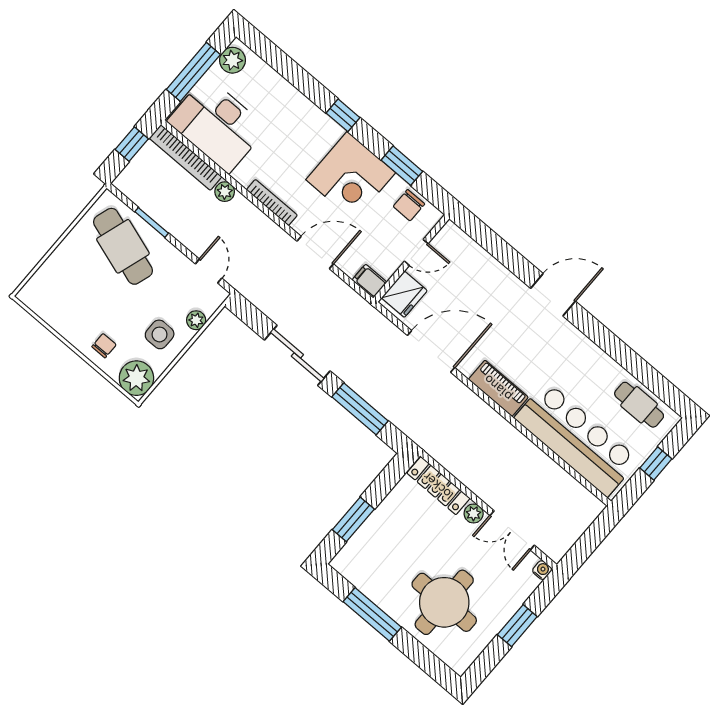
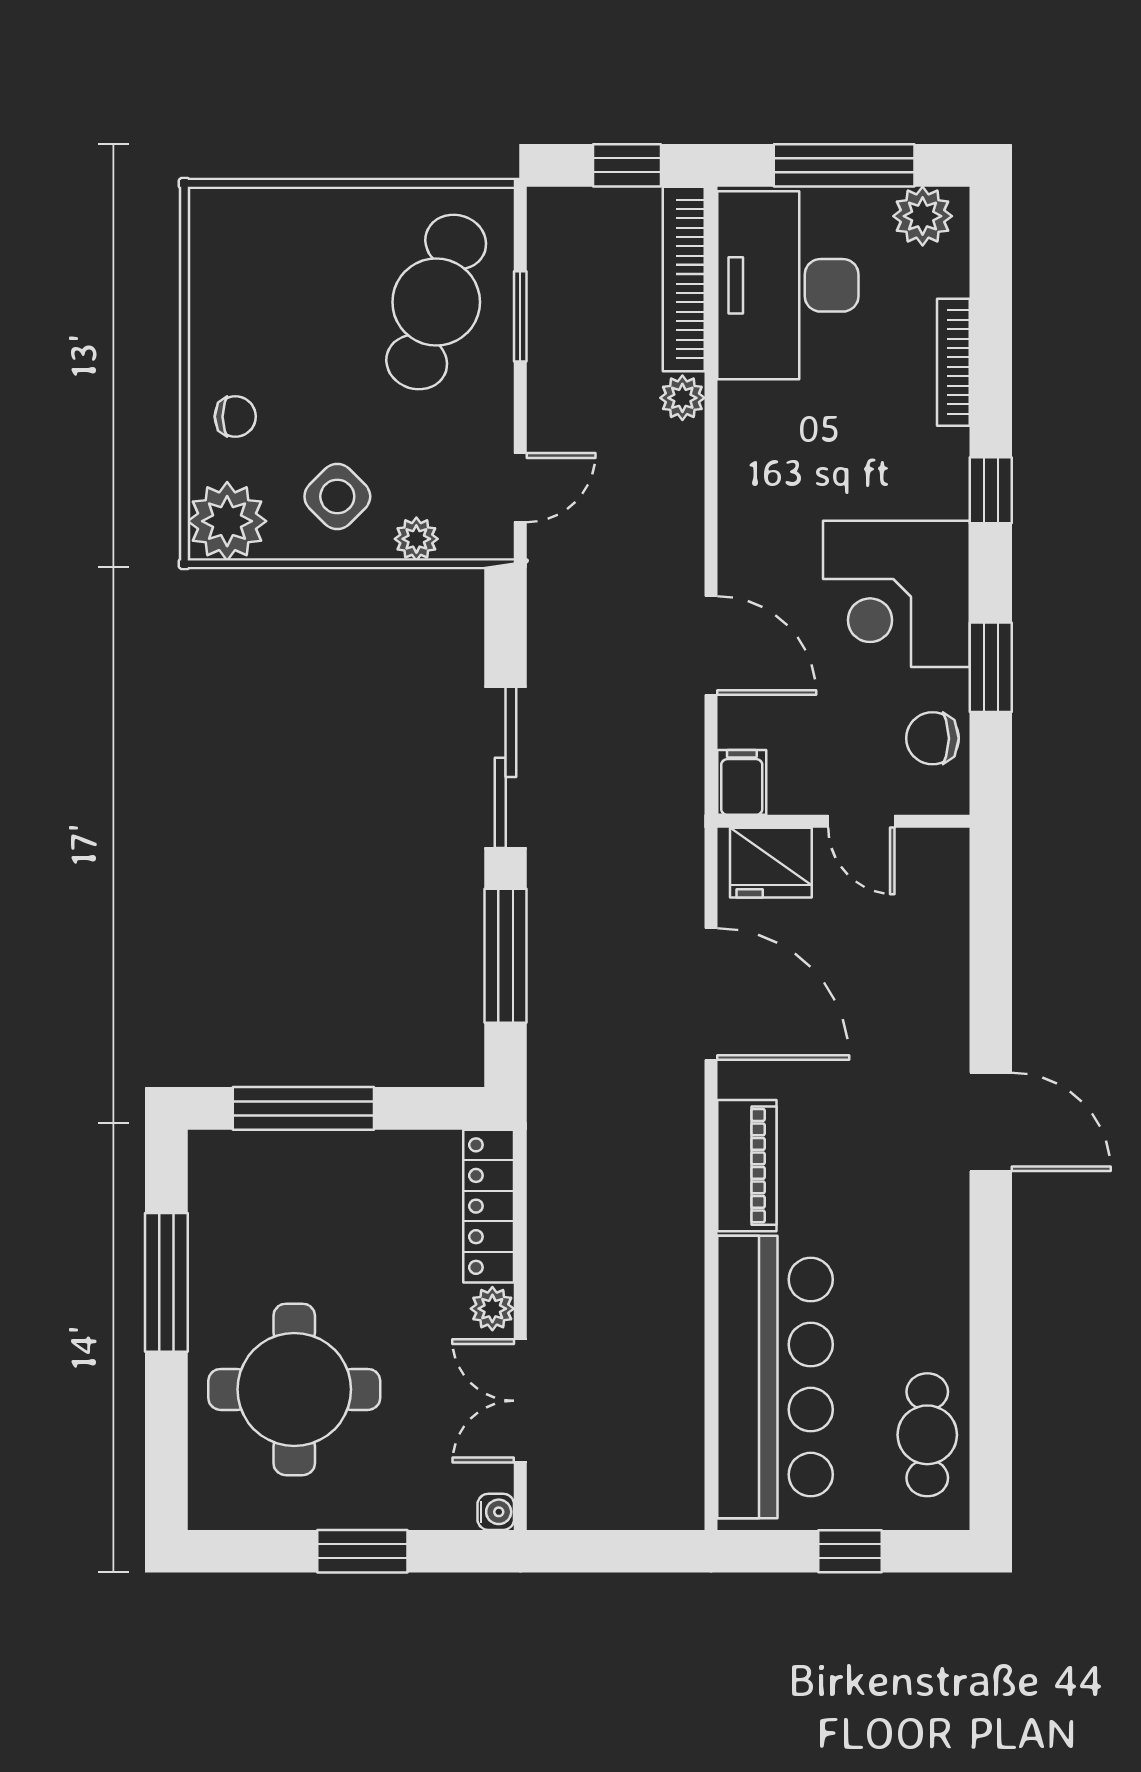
bookcase: (272, 202) -> (953, 362), moved, turned 180
side table: (160, 334) -> (337, 496), turned 45
window: (353, 519) -> (303, 1108), width x1.44

